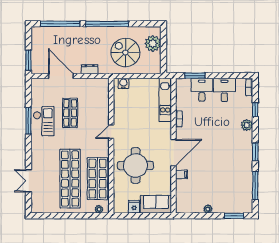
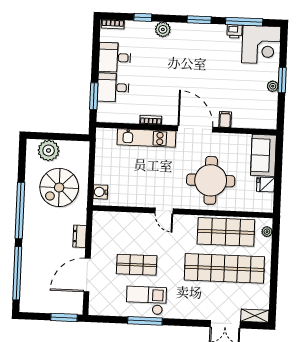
kitchen unit: (165, 100) -> (146, 138), moved
printer: (248, 179) -> (234, 31), added
corner desk: (238, 199) -> (261, 45), added
shelving: (36, 203) -> (255, 316), added
window: (234, 216) -> (282, 80), moved

